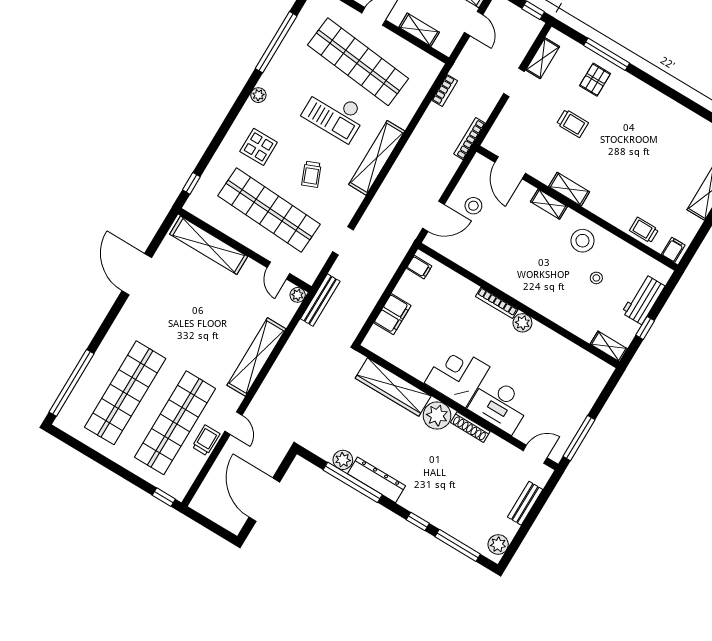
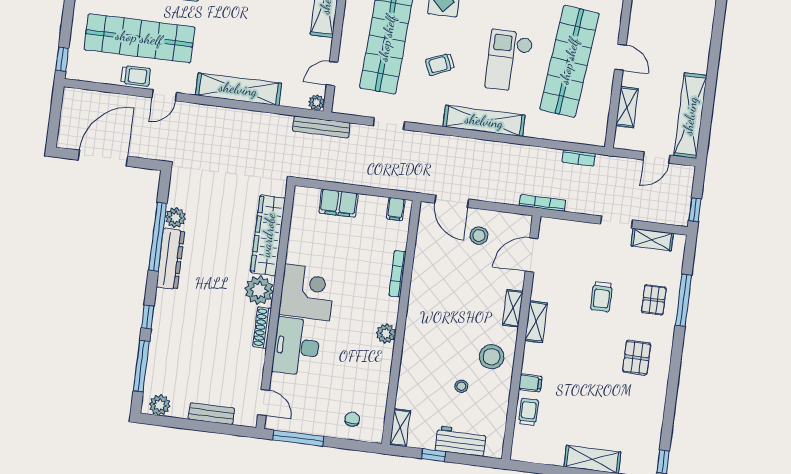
pallet: (595, 80) -> (654, 300), turned 90
pallet: (638, 116) -> (637, 358), added
filing cabinet: (673, 250) -> (530, 383), moved
bookcase: (497, 303) -> (398, 274), moved
chair: (583, 384) -> (352, 419), added

